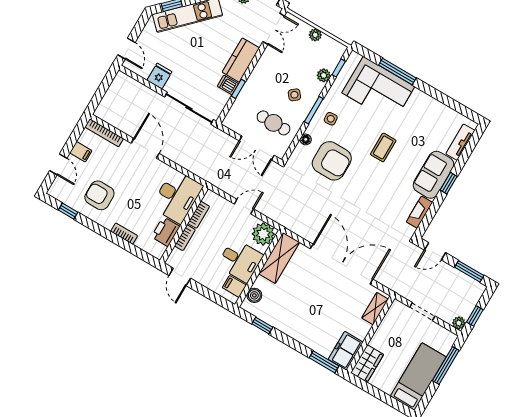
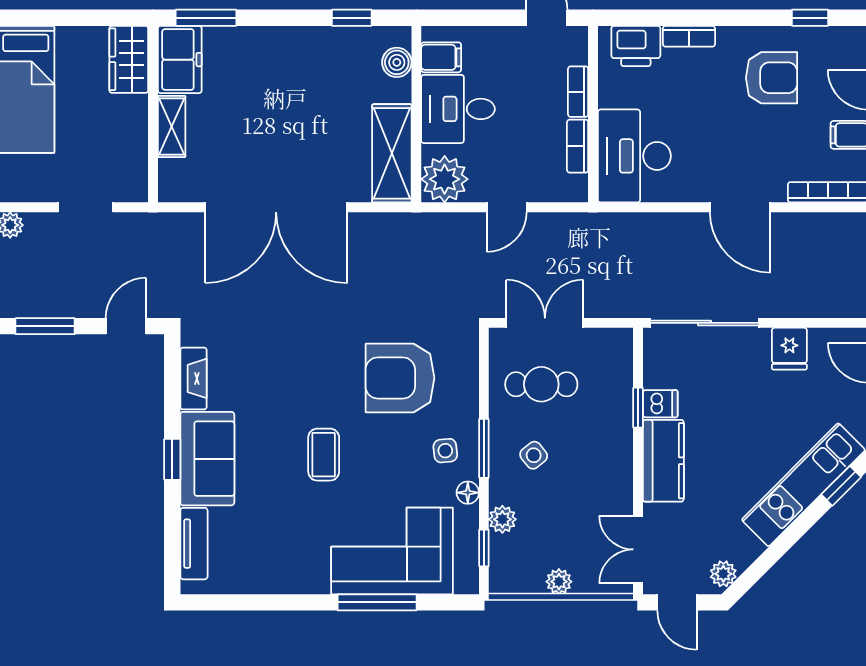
floor lamp: (306, 139) -> (468, 493), moved
printer: (166, 232) -> (636, 46), moved, turned 90
shelving: (375, 309) -> (172, 126), moved

